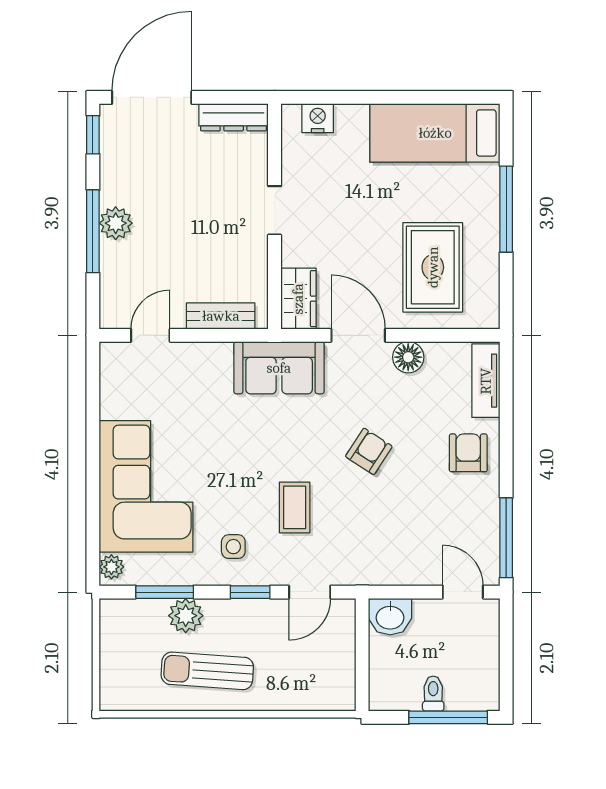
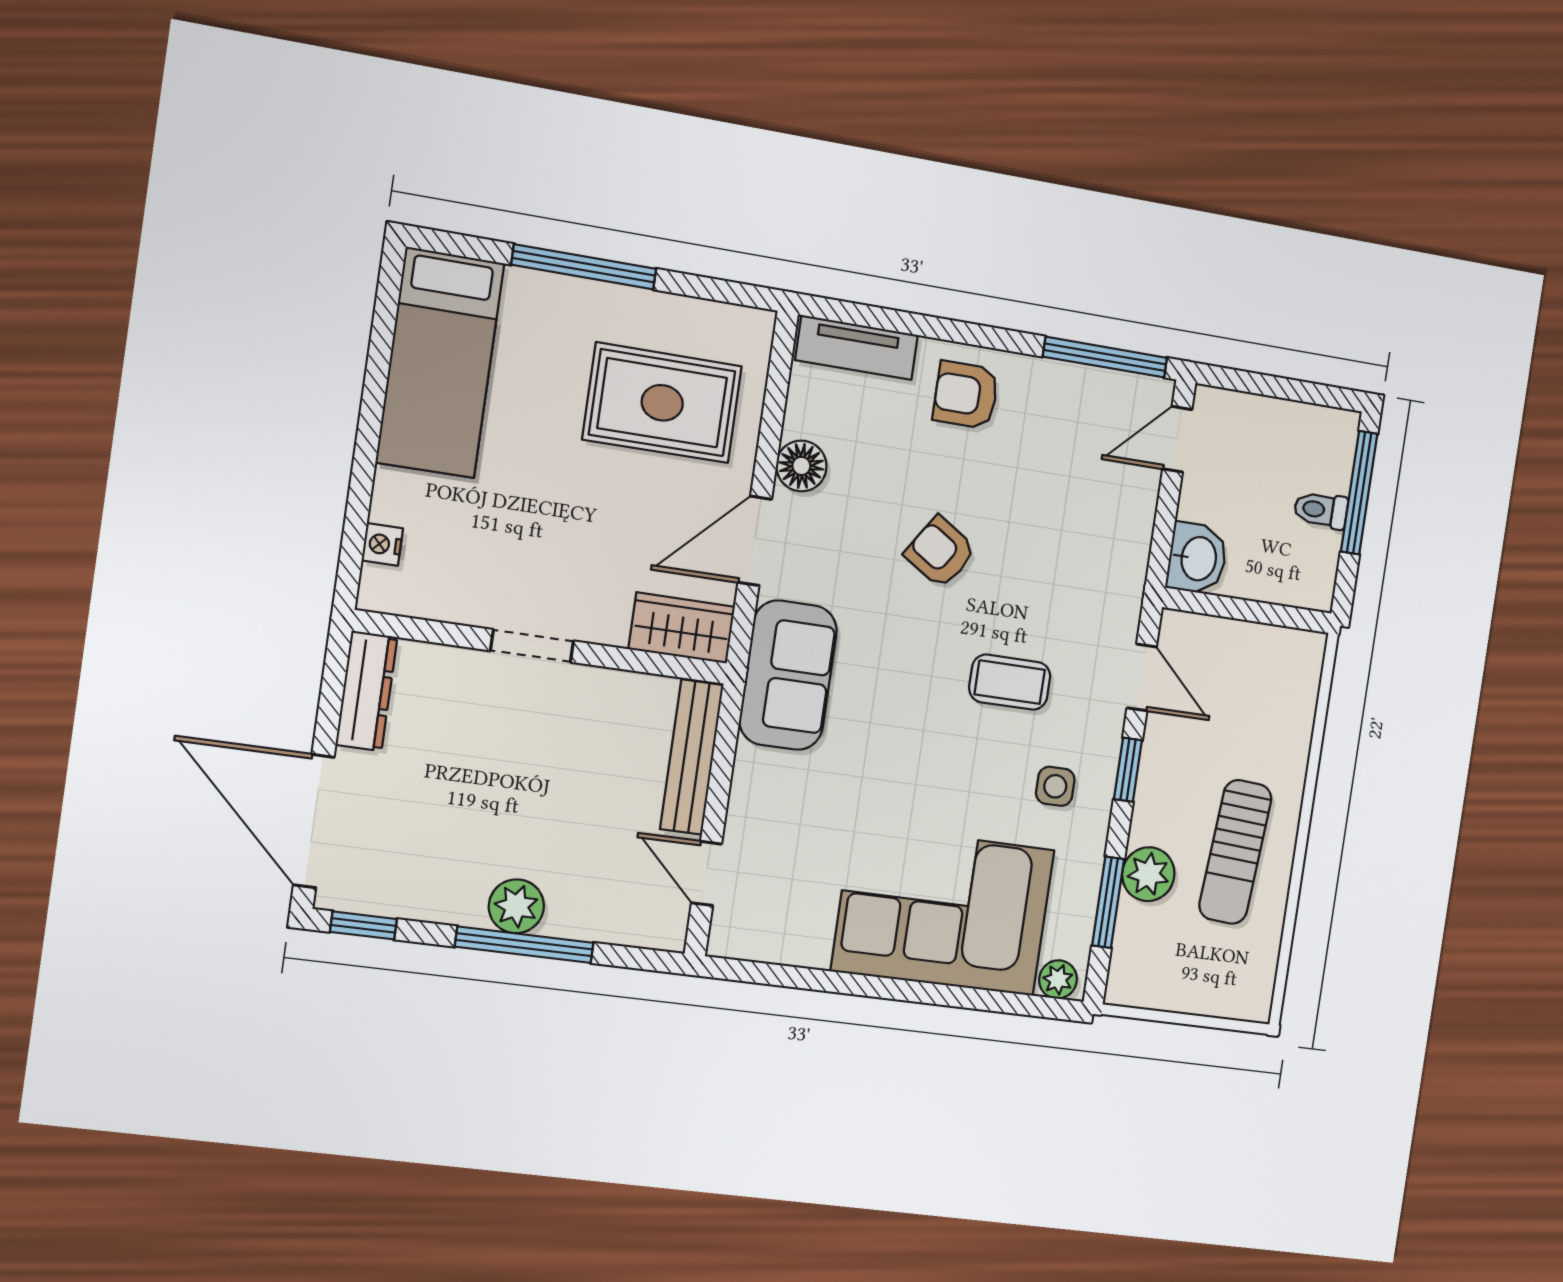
nightstand: (318, 118) -> (382, 544), width x0.72, depth x0.74
bench: (221, 316) -> (692, 757), width x1.36

